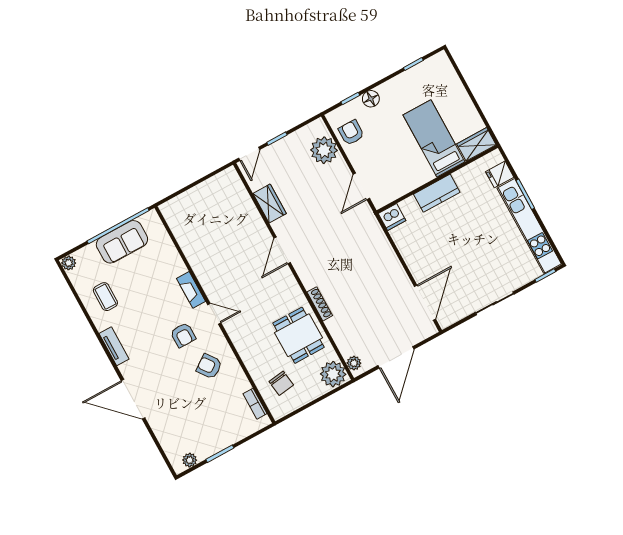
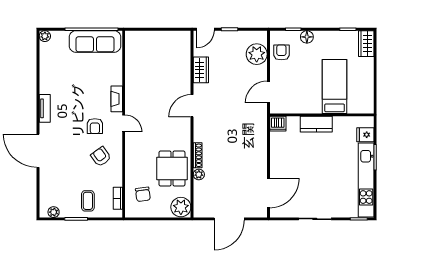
wardrobe: (476, 144) -> (366, 44), moved, turned -90
sofa: (122, 242) -> (95, 41), width x1.36
coffee table: (105, 297) -> (88, 201), moved
plant: (354, 363) -> (199, 174), moved

